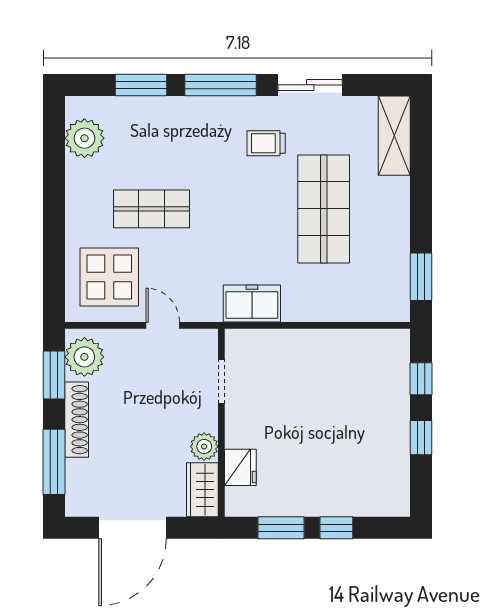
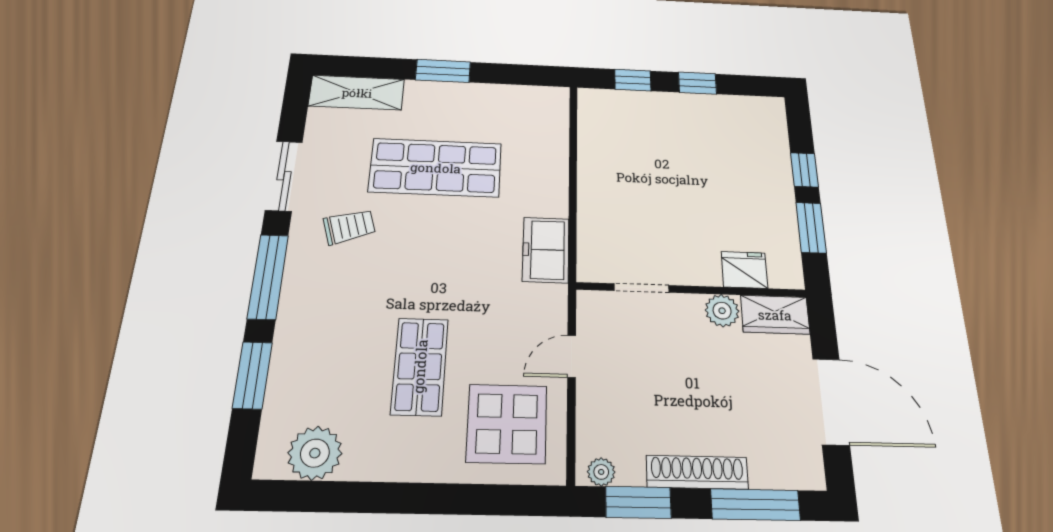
trolley: (266, 143) -> (349, 227), turned -107
window: (421, 277) -> (443, 71), moved
plant: (84, 357) -> (601, 472), width x0.53, depth x0.53

